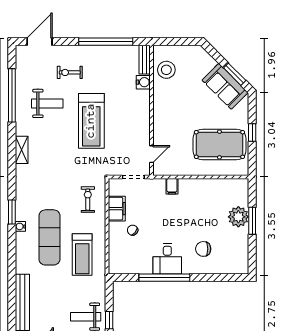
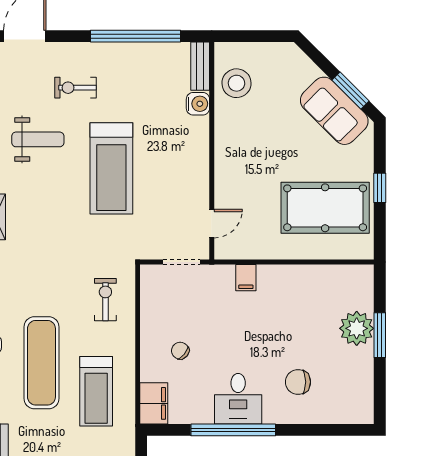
filing cabinet: (117, 209) -> (154, 403), moved

